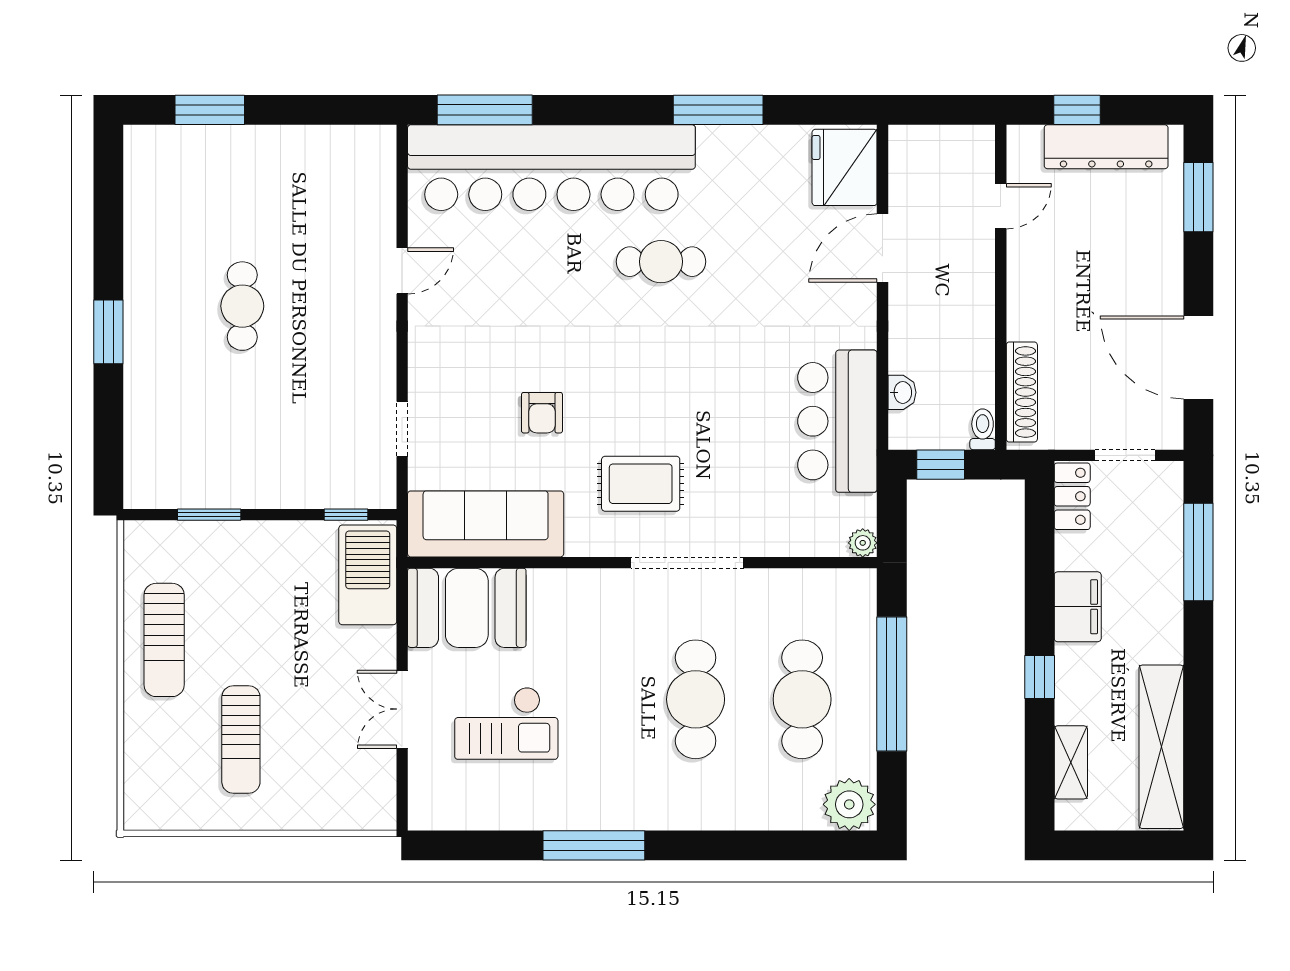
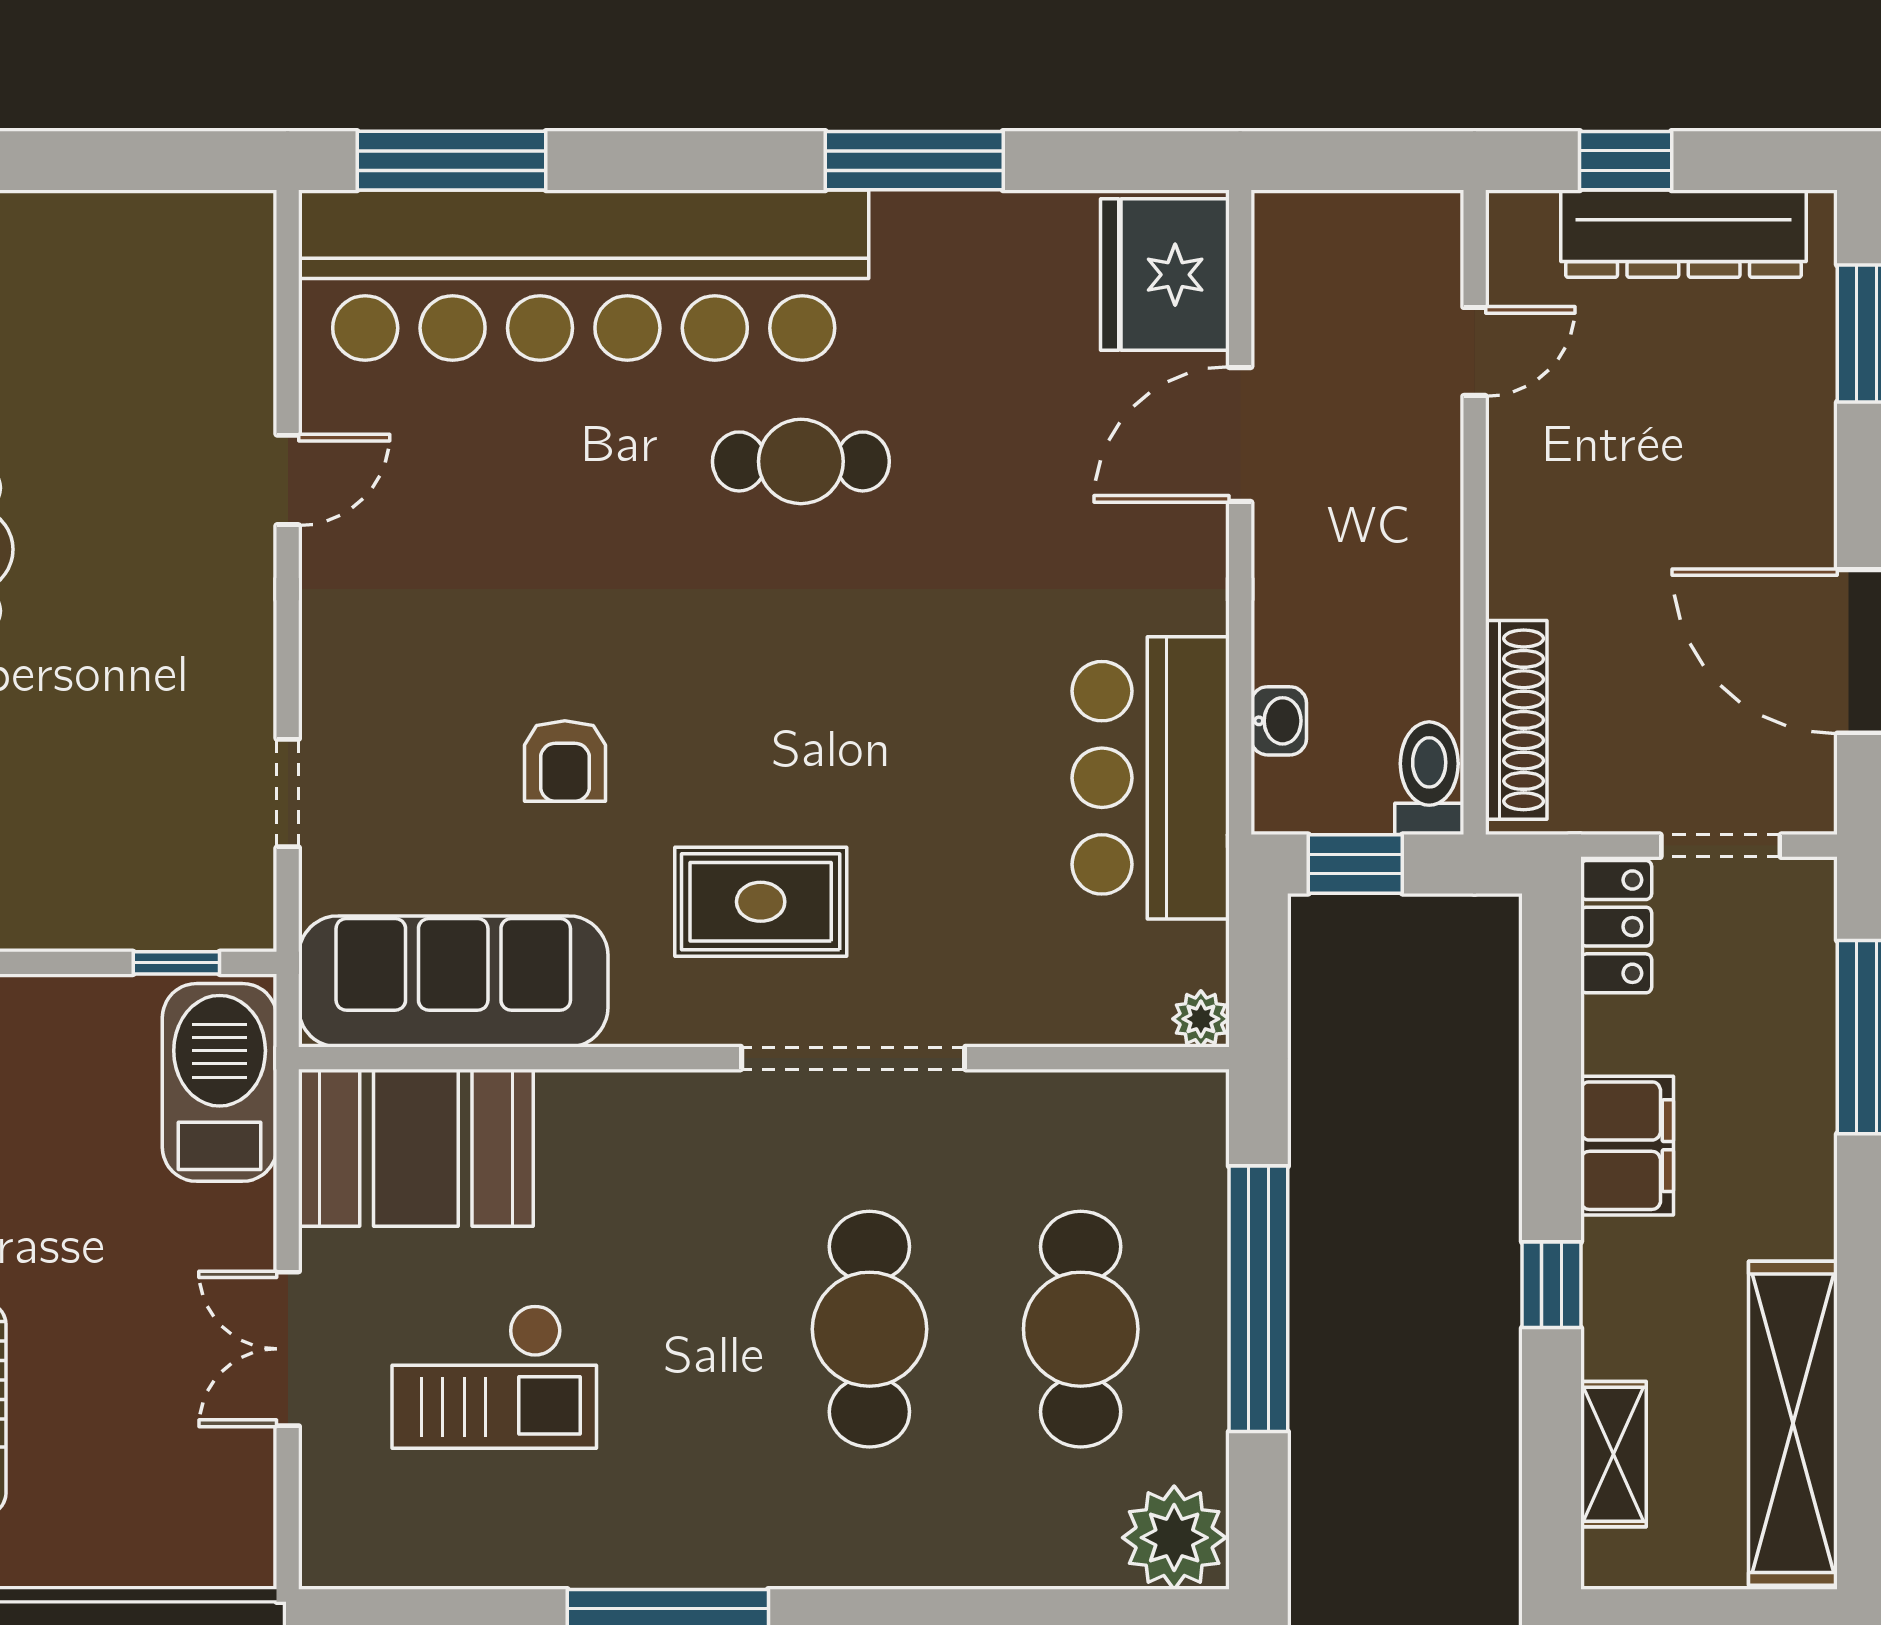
toilet: (983, 429) -> (1429, 778), width x1.37, depth x1.39

